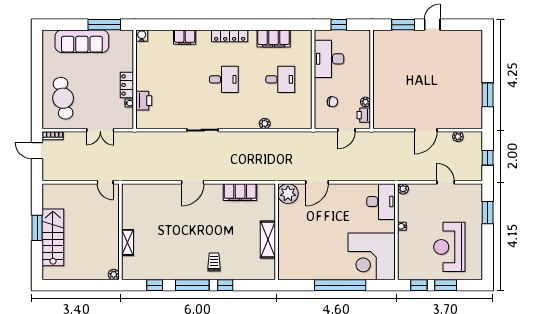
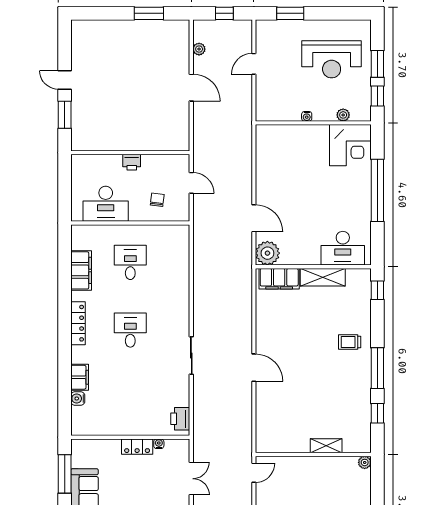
window: (339, 25) -> (65, 192), removed
water cooler: (142, 36) -> (78, 399), moved
printer: (144, 101) -> (180, 419), moved, turned -90
plant: (365, 102) -> (157, 160), removed
printer: (364, 115) -> (132, 162), moved
plant: (265, 124) -> (183, 281), removed
plant: (403, 189) -> (343, 115), moved
filing cabinet: (240, 192) -> (279, 279), moved, turned 90
desk: (381, 202) -> (343, 248), moved, turned 180
corner desk: (372, 256) -> (350, 145), width x0.74, depth x0.74
window: (225, 285) -> (377, 290), moved

